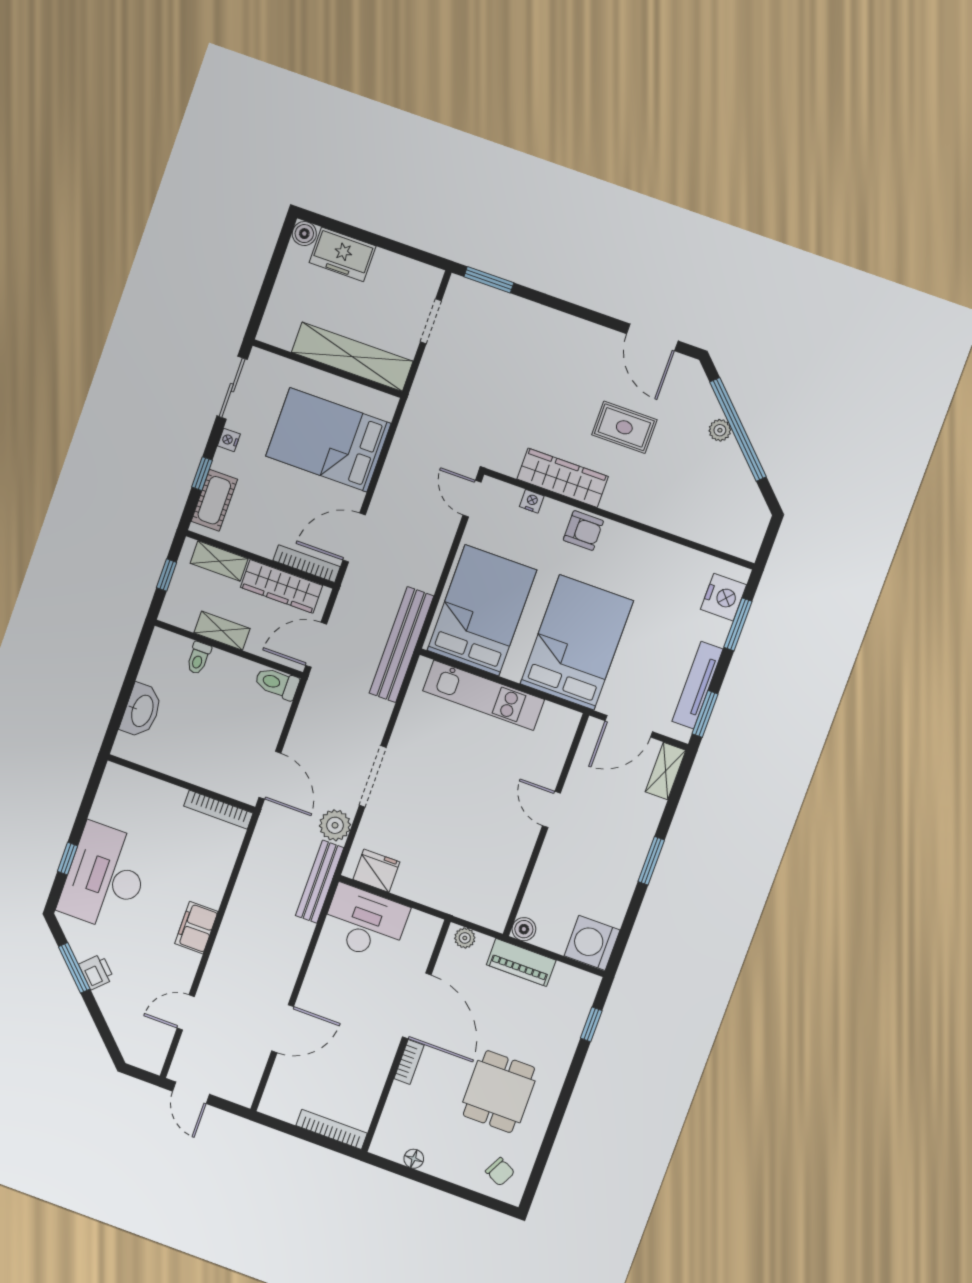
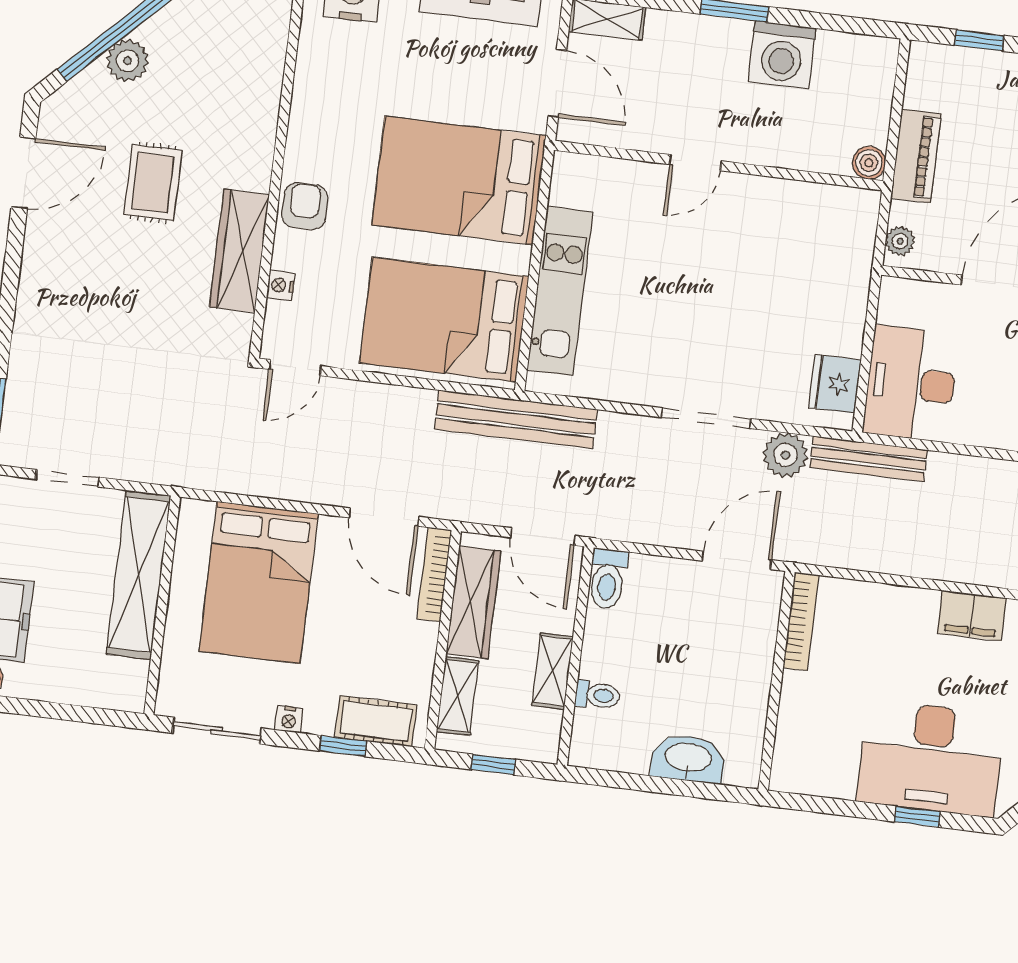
plant: (720, 430) -> (127, 61), width x1.38, depth x1.38
washing machine: (592, 943) -> (782, 55), moved

